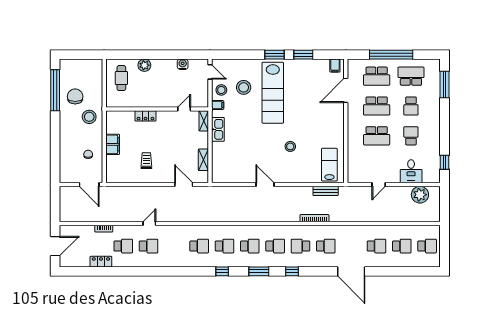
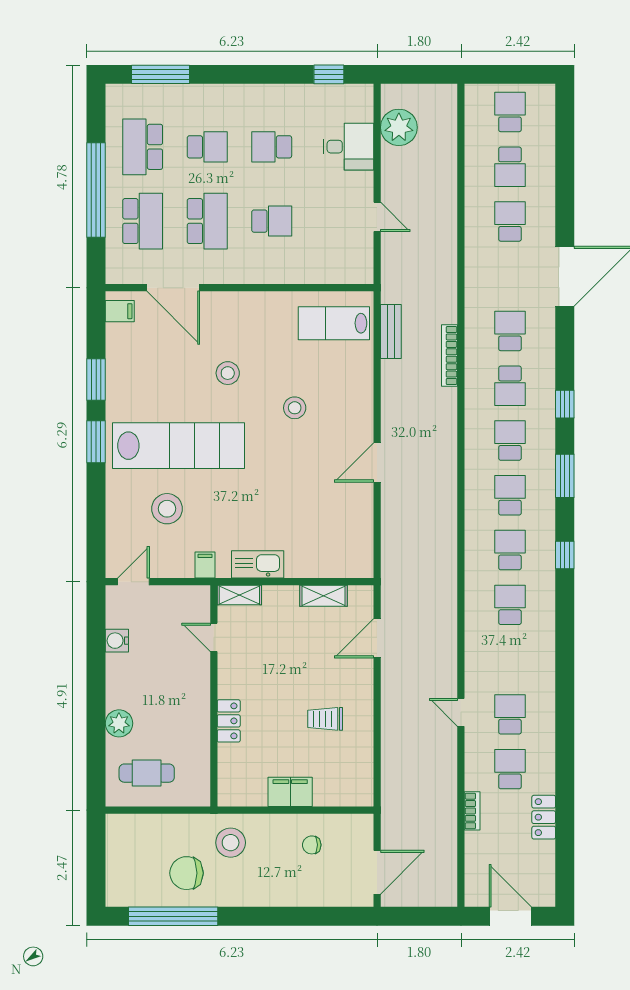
stool: (221, 90) -> (228, 373), moved
school desk: (377, 136) -> (272, 221), width x0.54
door: (89, 185) -> (377, 872), moved
school desk: (402, 246) -> (510, 167), turned 180

